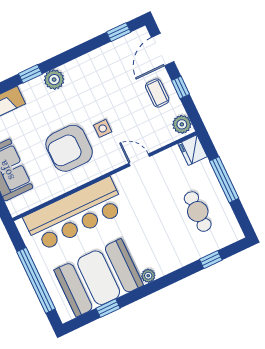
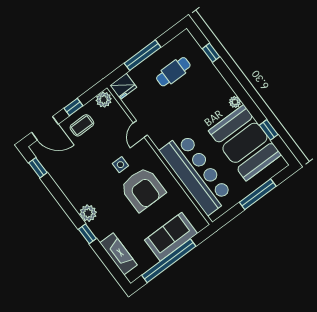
window: (36, 280) -> (258, 194), width x0.68

